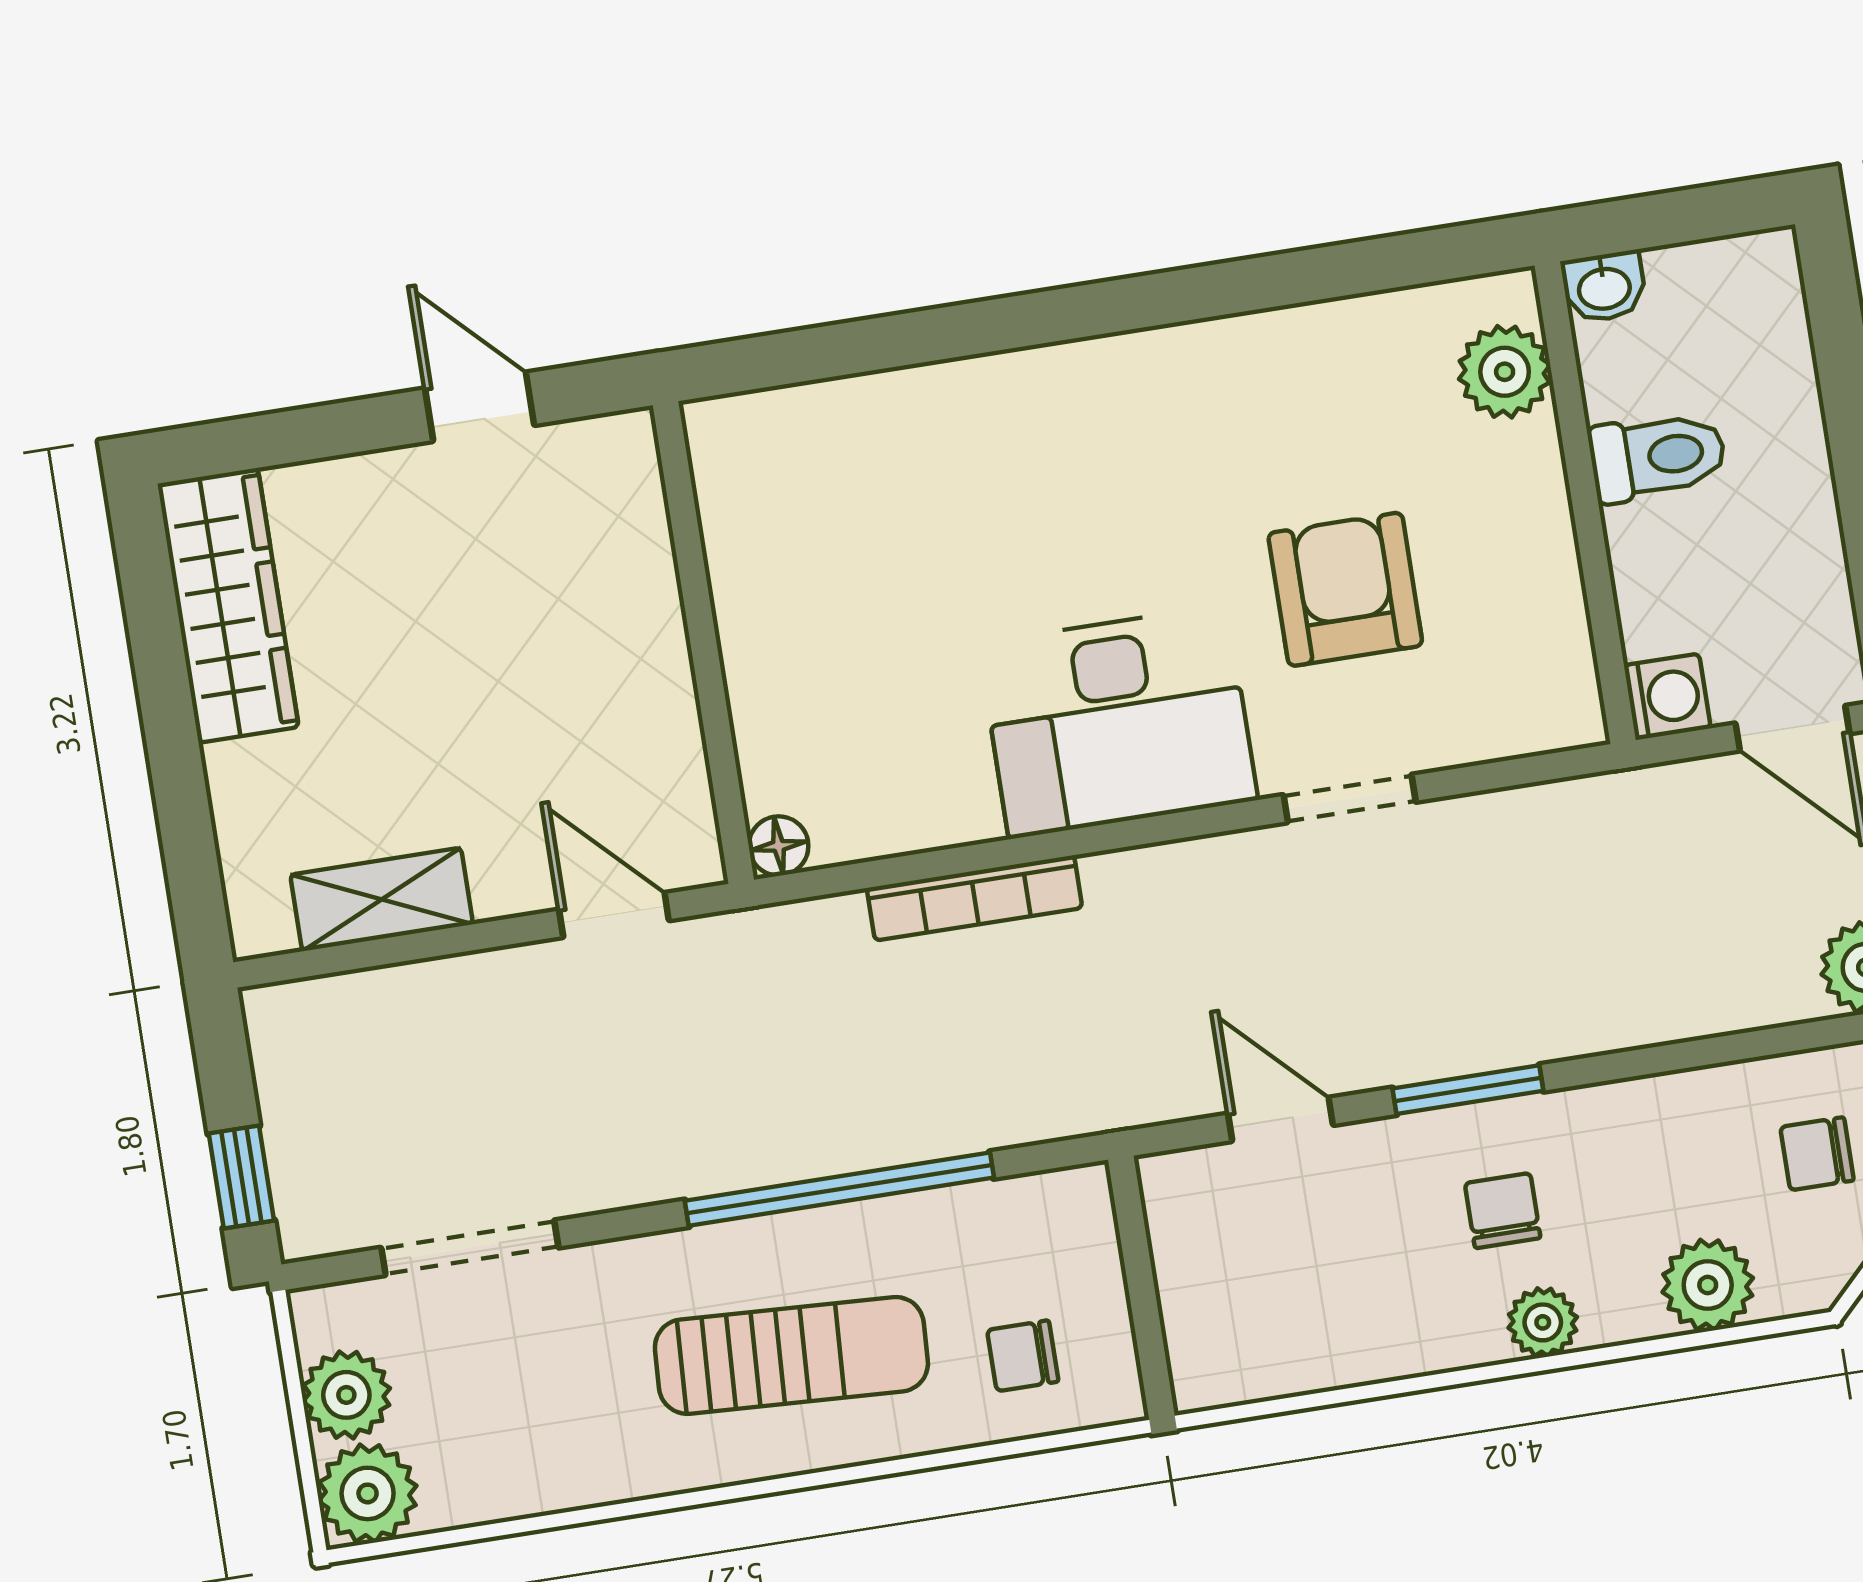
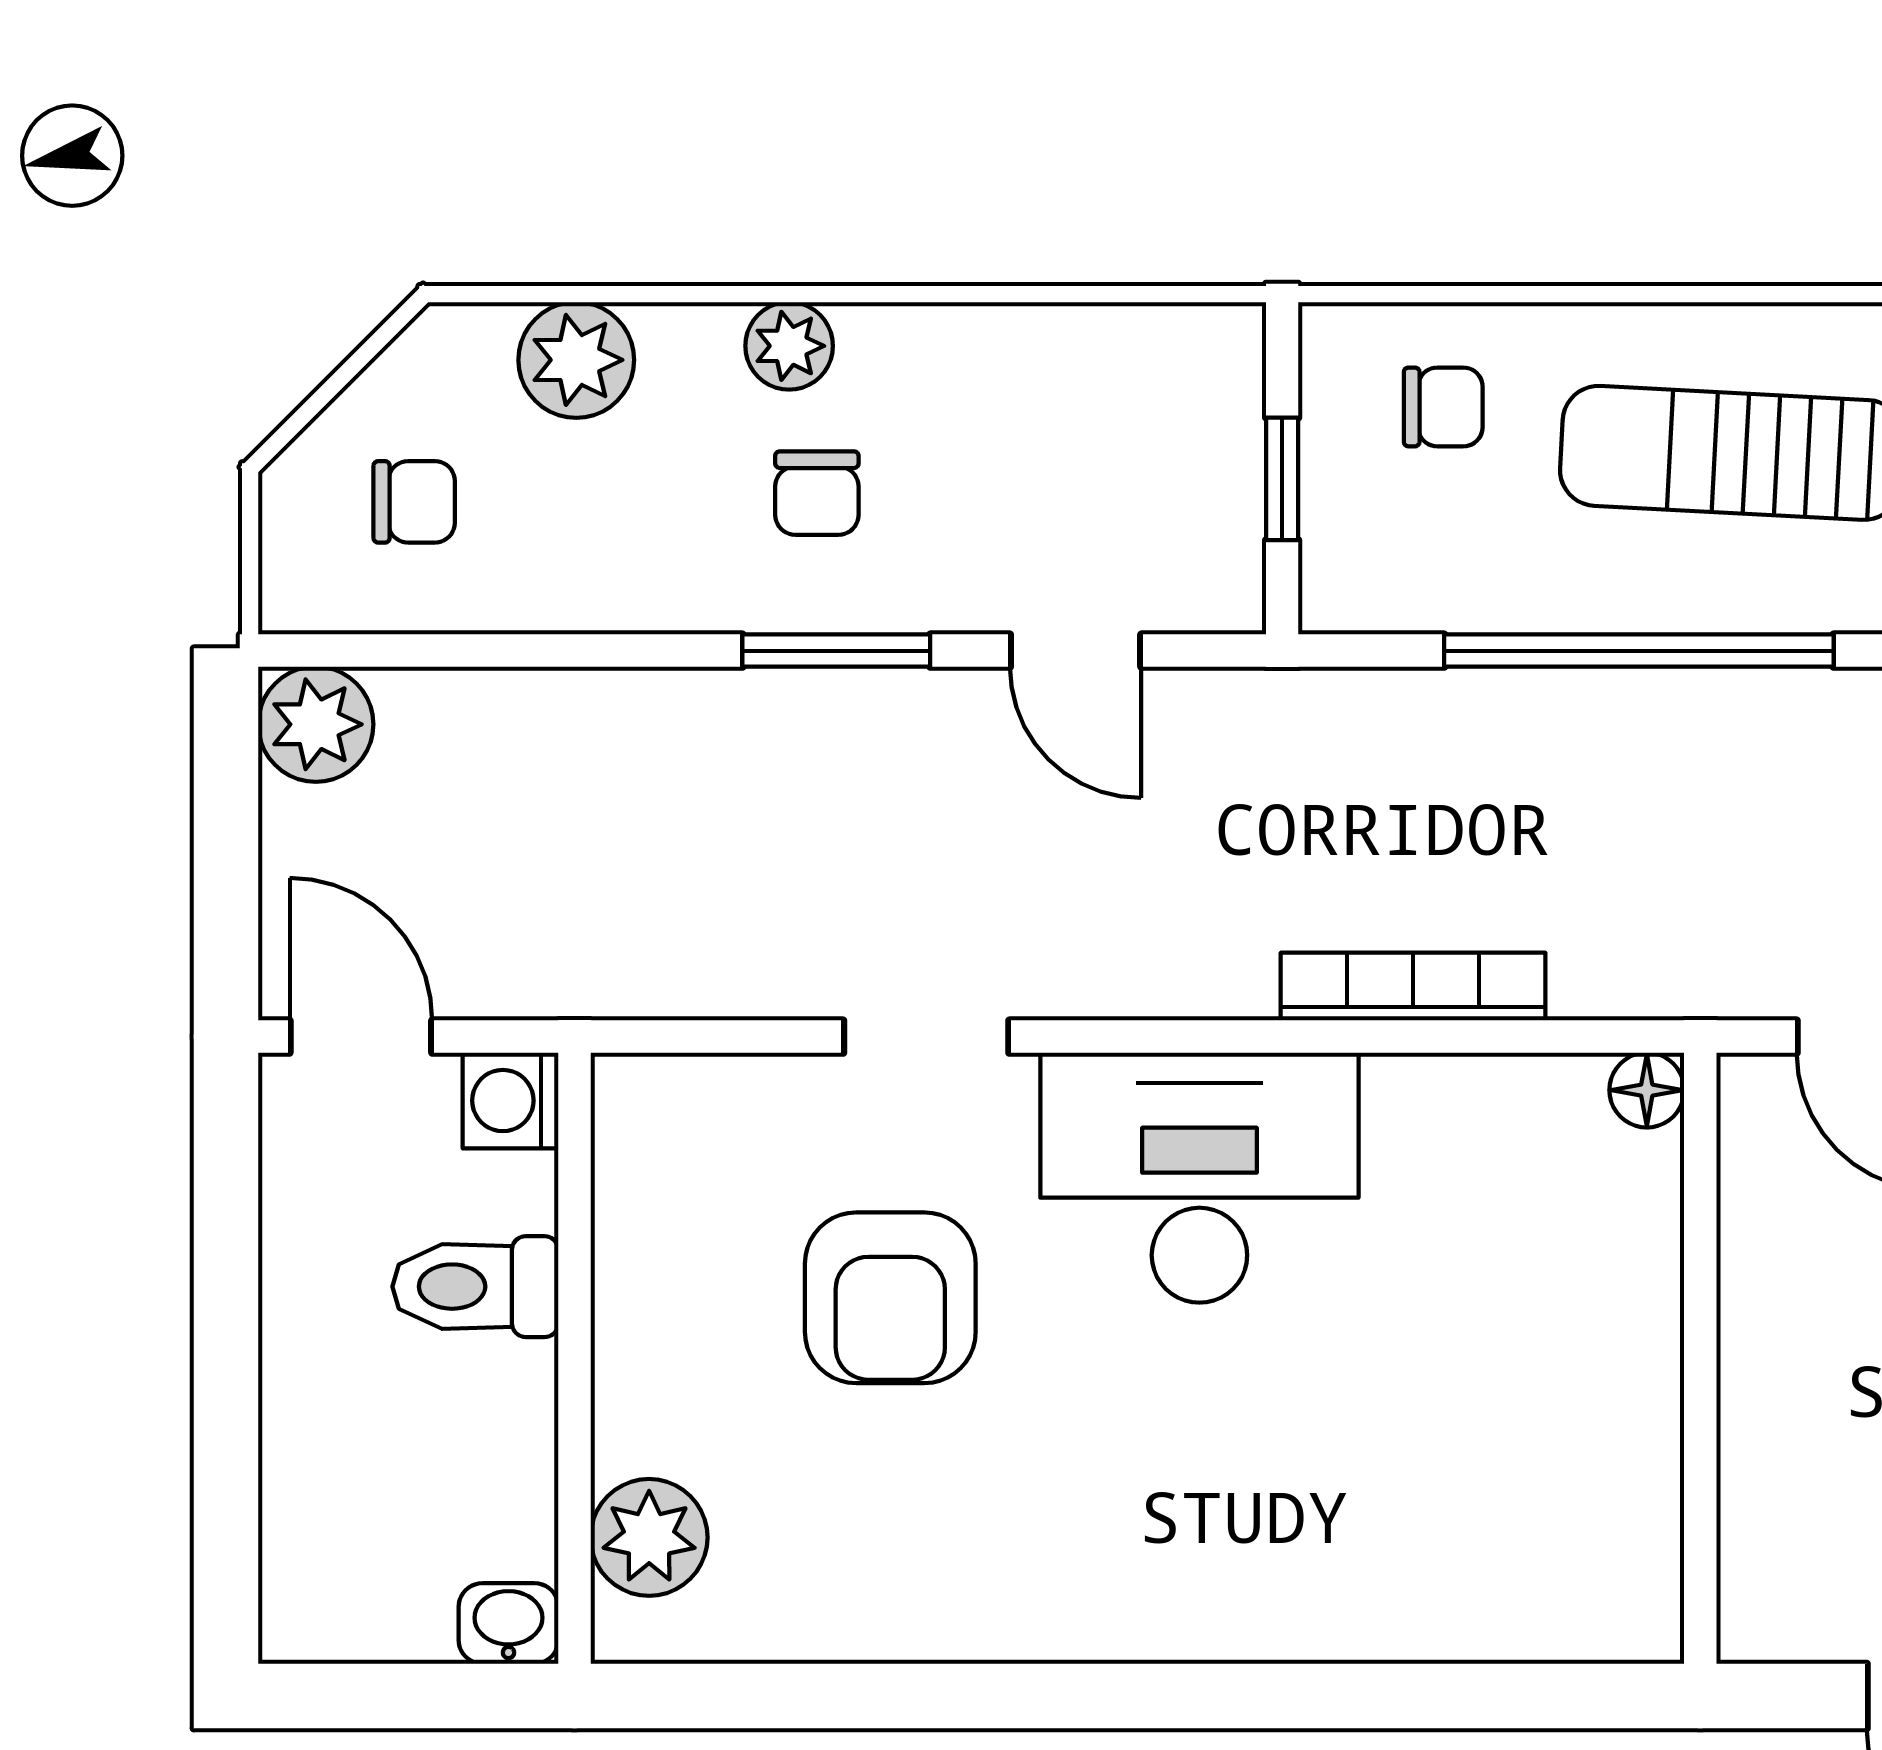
toilet: (1657, 457) -> (475, 1287), moved
window: (1140, 1279) -> (1282, 479), added

